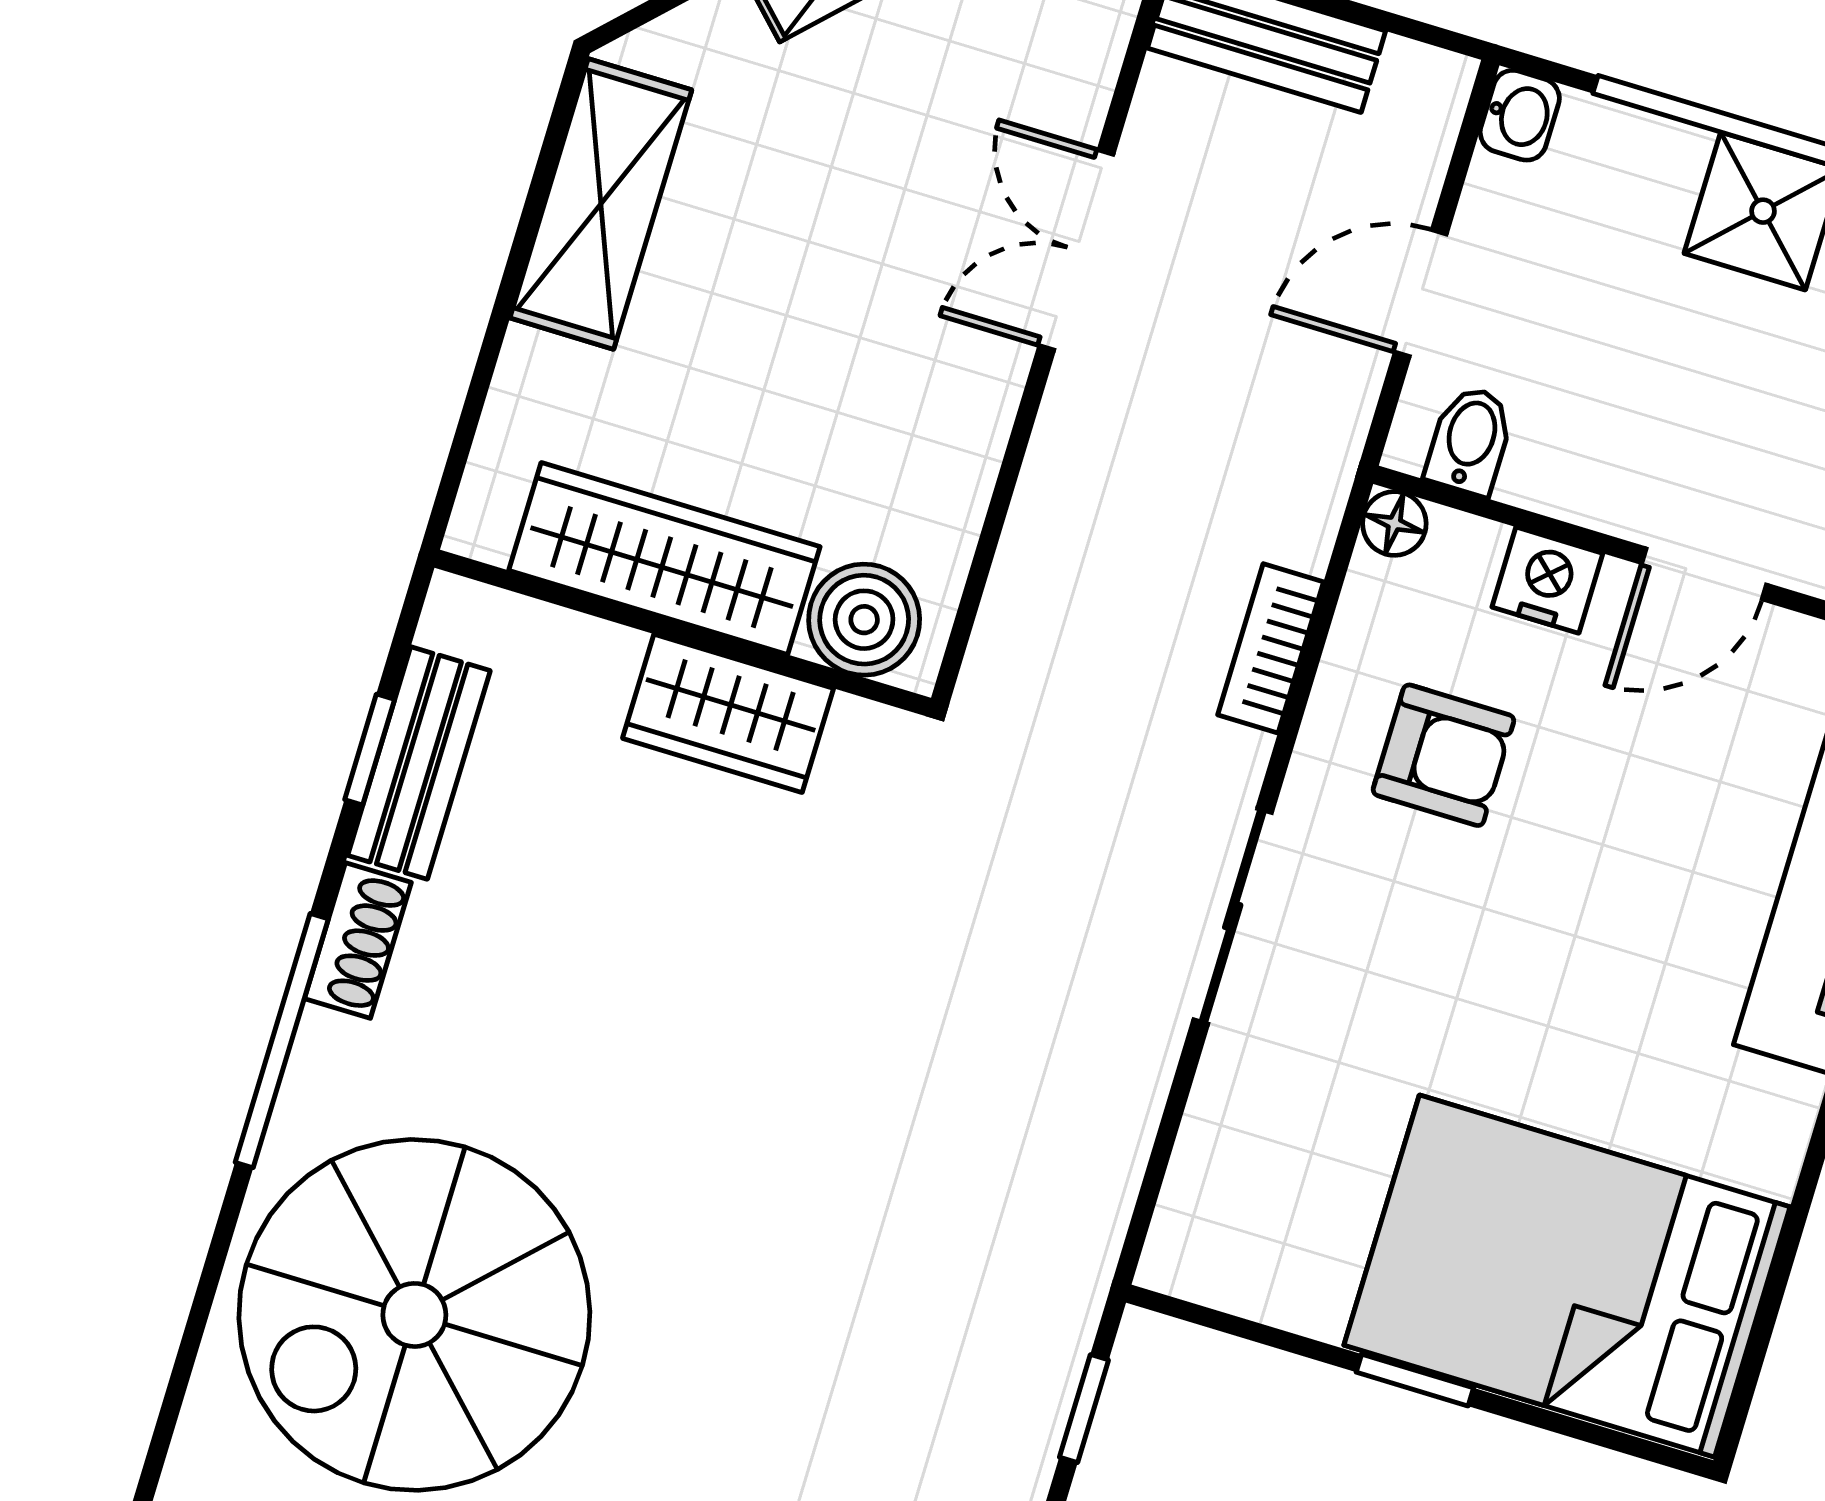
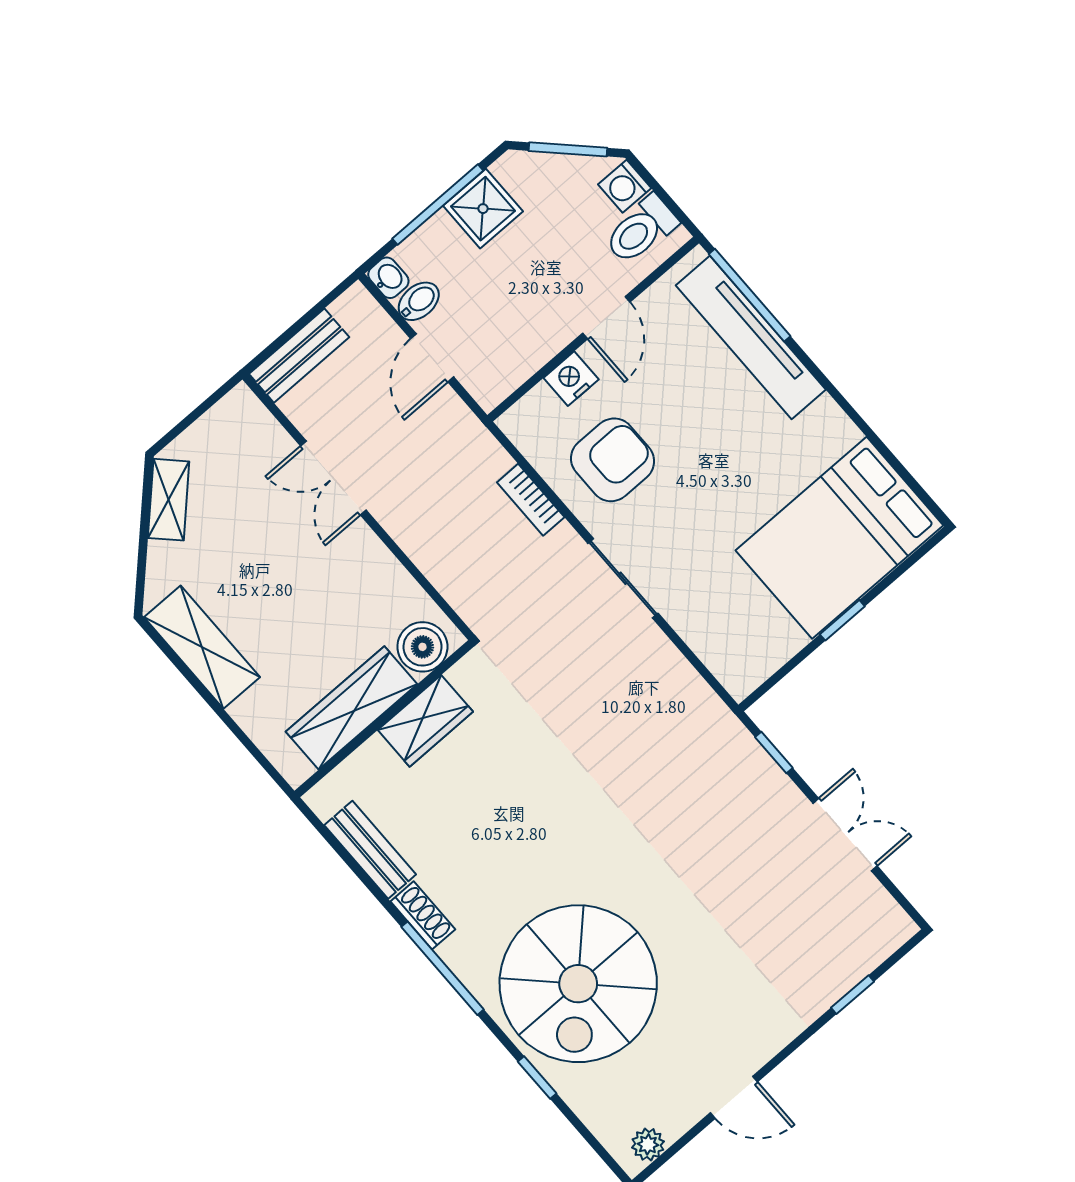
bidet: (1470, 440) -> (419, 301), moved, turned 90
floor lamp: (1394, 524) -> (513, 423), removed
window: (370, 750) -> (537, 1078), moved
armchair: (1443, 755) -> (613, 460), width x1.38, depth x1.38

